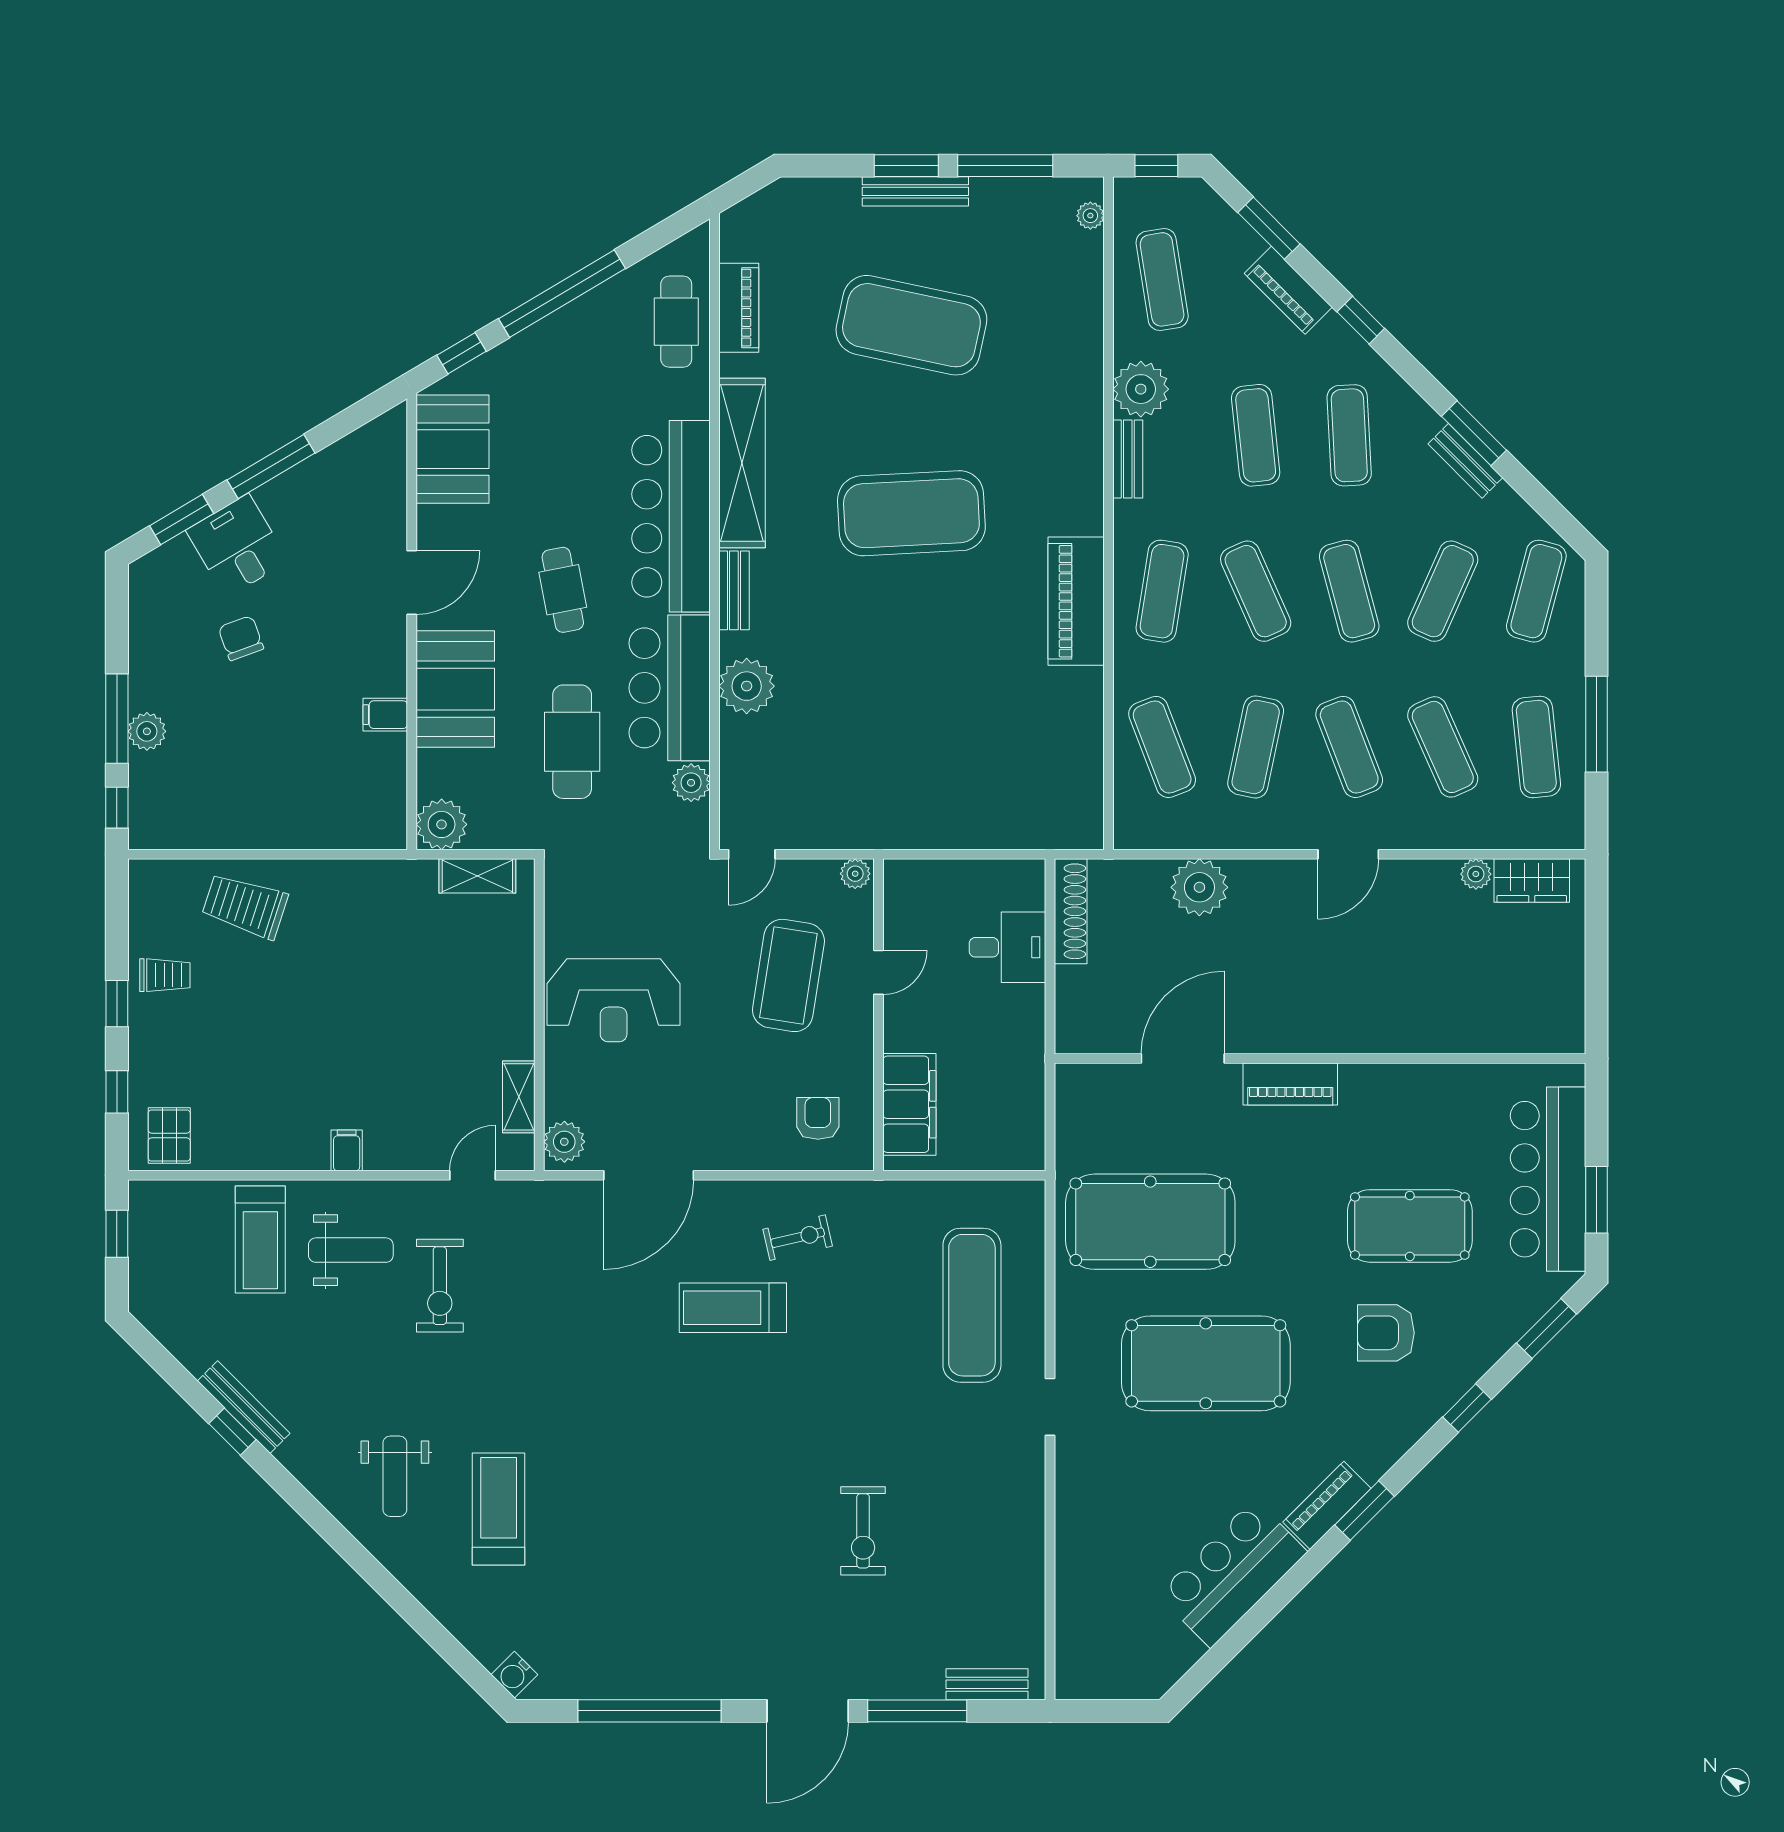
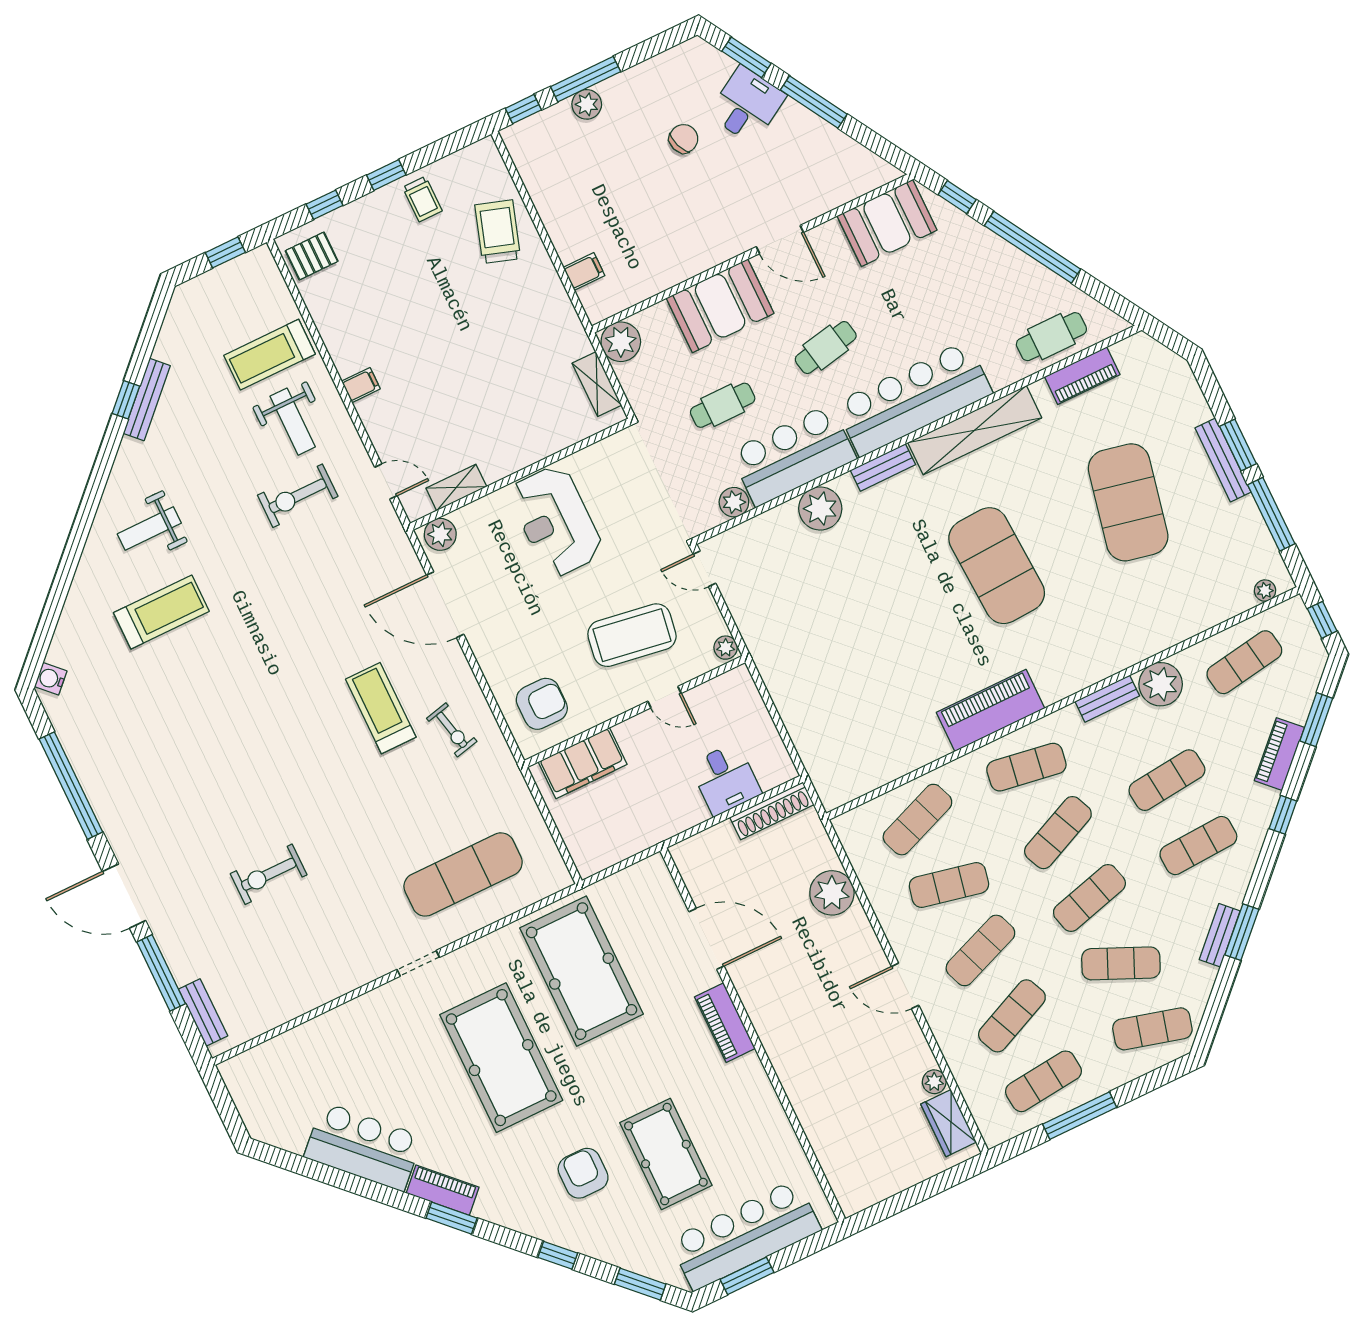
filing cabinet: (385, 715) -> (584, 271), moved, turned 90
cafe table: (572, 742) -> (723, 405), width x0.73, depth x0.74
armchair: (818, 1118) -> (542, 704), width x1.38, depth x1.38

